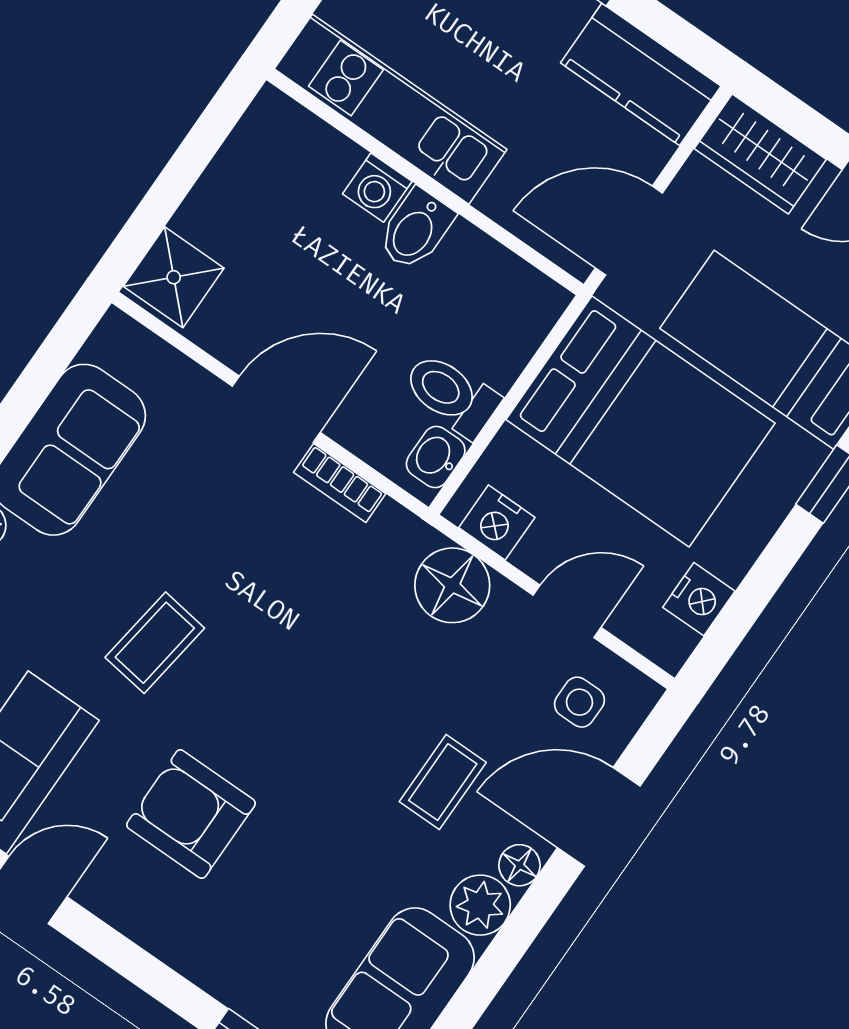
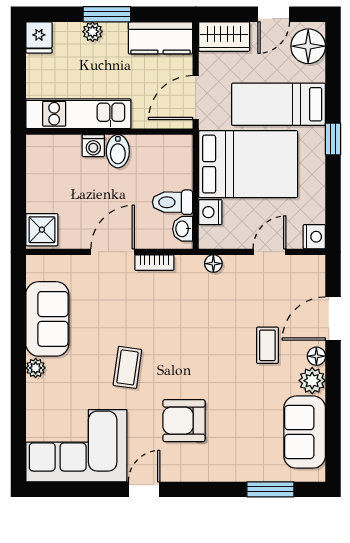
nightstand: (497, 522) -> (210, 212), moved, turned 90
floor lamp: (452, 585) -> (213, 264), width x0.53, depth x0.53
nightstand: (699, 599) -> (314, 237), moved
side table: (579, 702) -> (297, 282), removed

